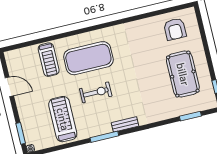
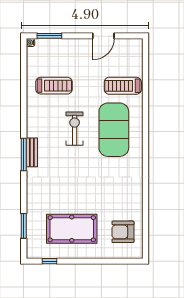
exercise bike: (96, 92) -> (75, 129), turned 180
treadmill: (63, 119) -> (54, 86), width x0.73, depth x0.73
window: (104, 137) -> (24, 155), moved

